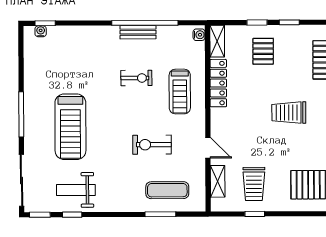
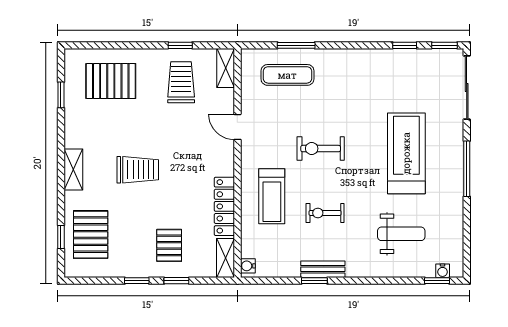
window: (145, 23) -> (314, 281), width x0.32
treadmill: (180, 91) -> (272, 196), turned 180
exercise bike: (152, 145) -> (321, 149), moved, turned 180
shelving: (218, 181) -> (226, 68), moved
weight bench: (76, 190) -> (401, 234), moved

